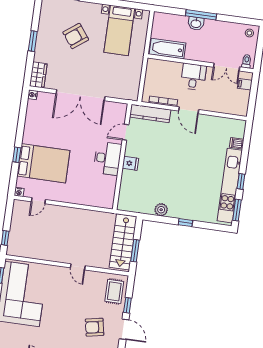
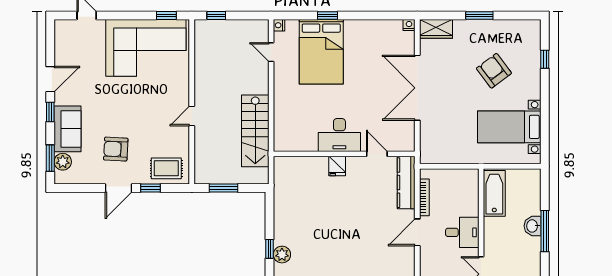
plant: (161, 210) -> (282, 255), moved
stairs: (123, 242) -> (255, 131), moved, turned -90
armchair: (95, 327) -> (116, 149), turned -76

